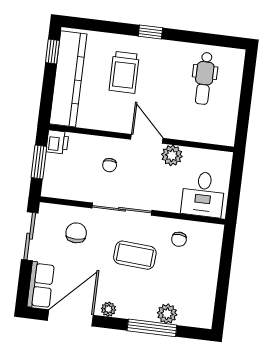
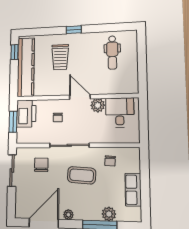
printer: (57, 142) -> (26, 114), width x1.87, depth x1.48
desk: (203, 194) -> (120, 112), moved, turned 180
row of seats: (41, 285) -> (133, 190), moved, turned 180

